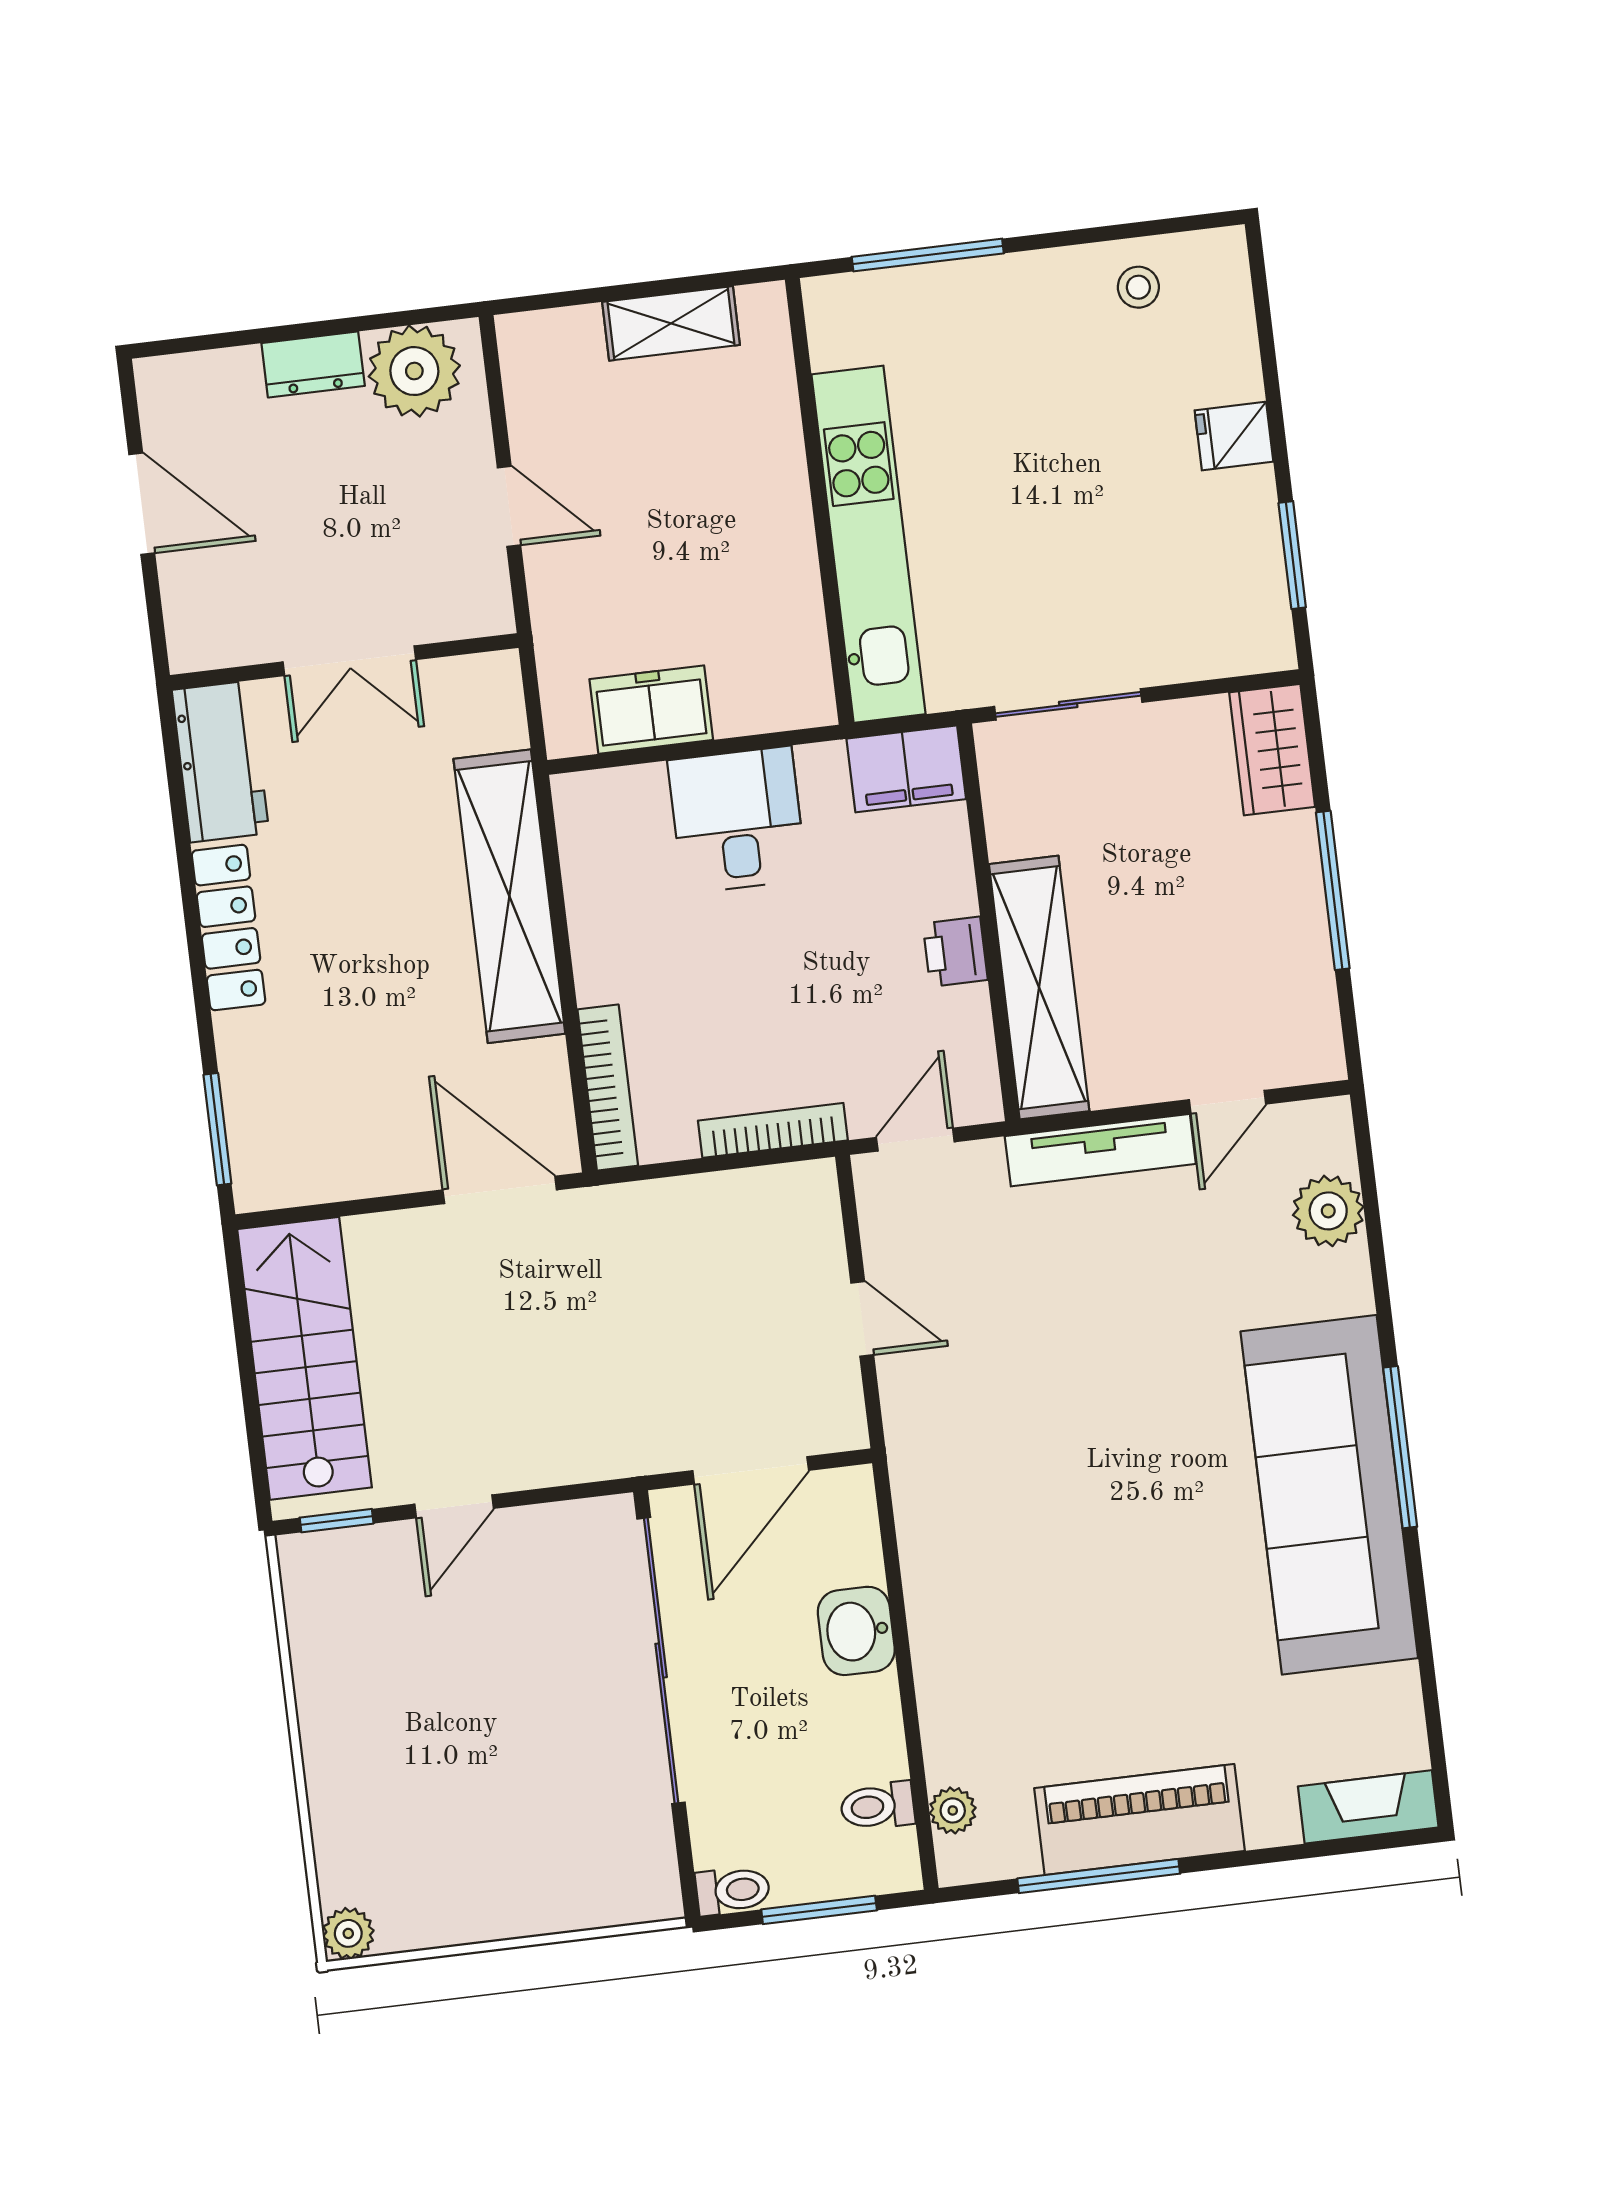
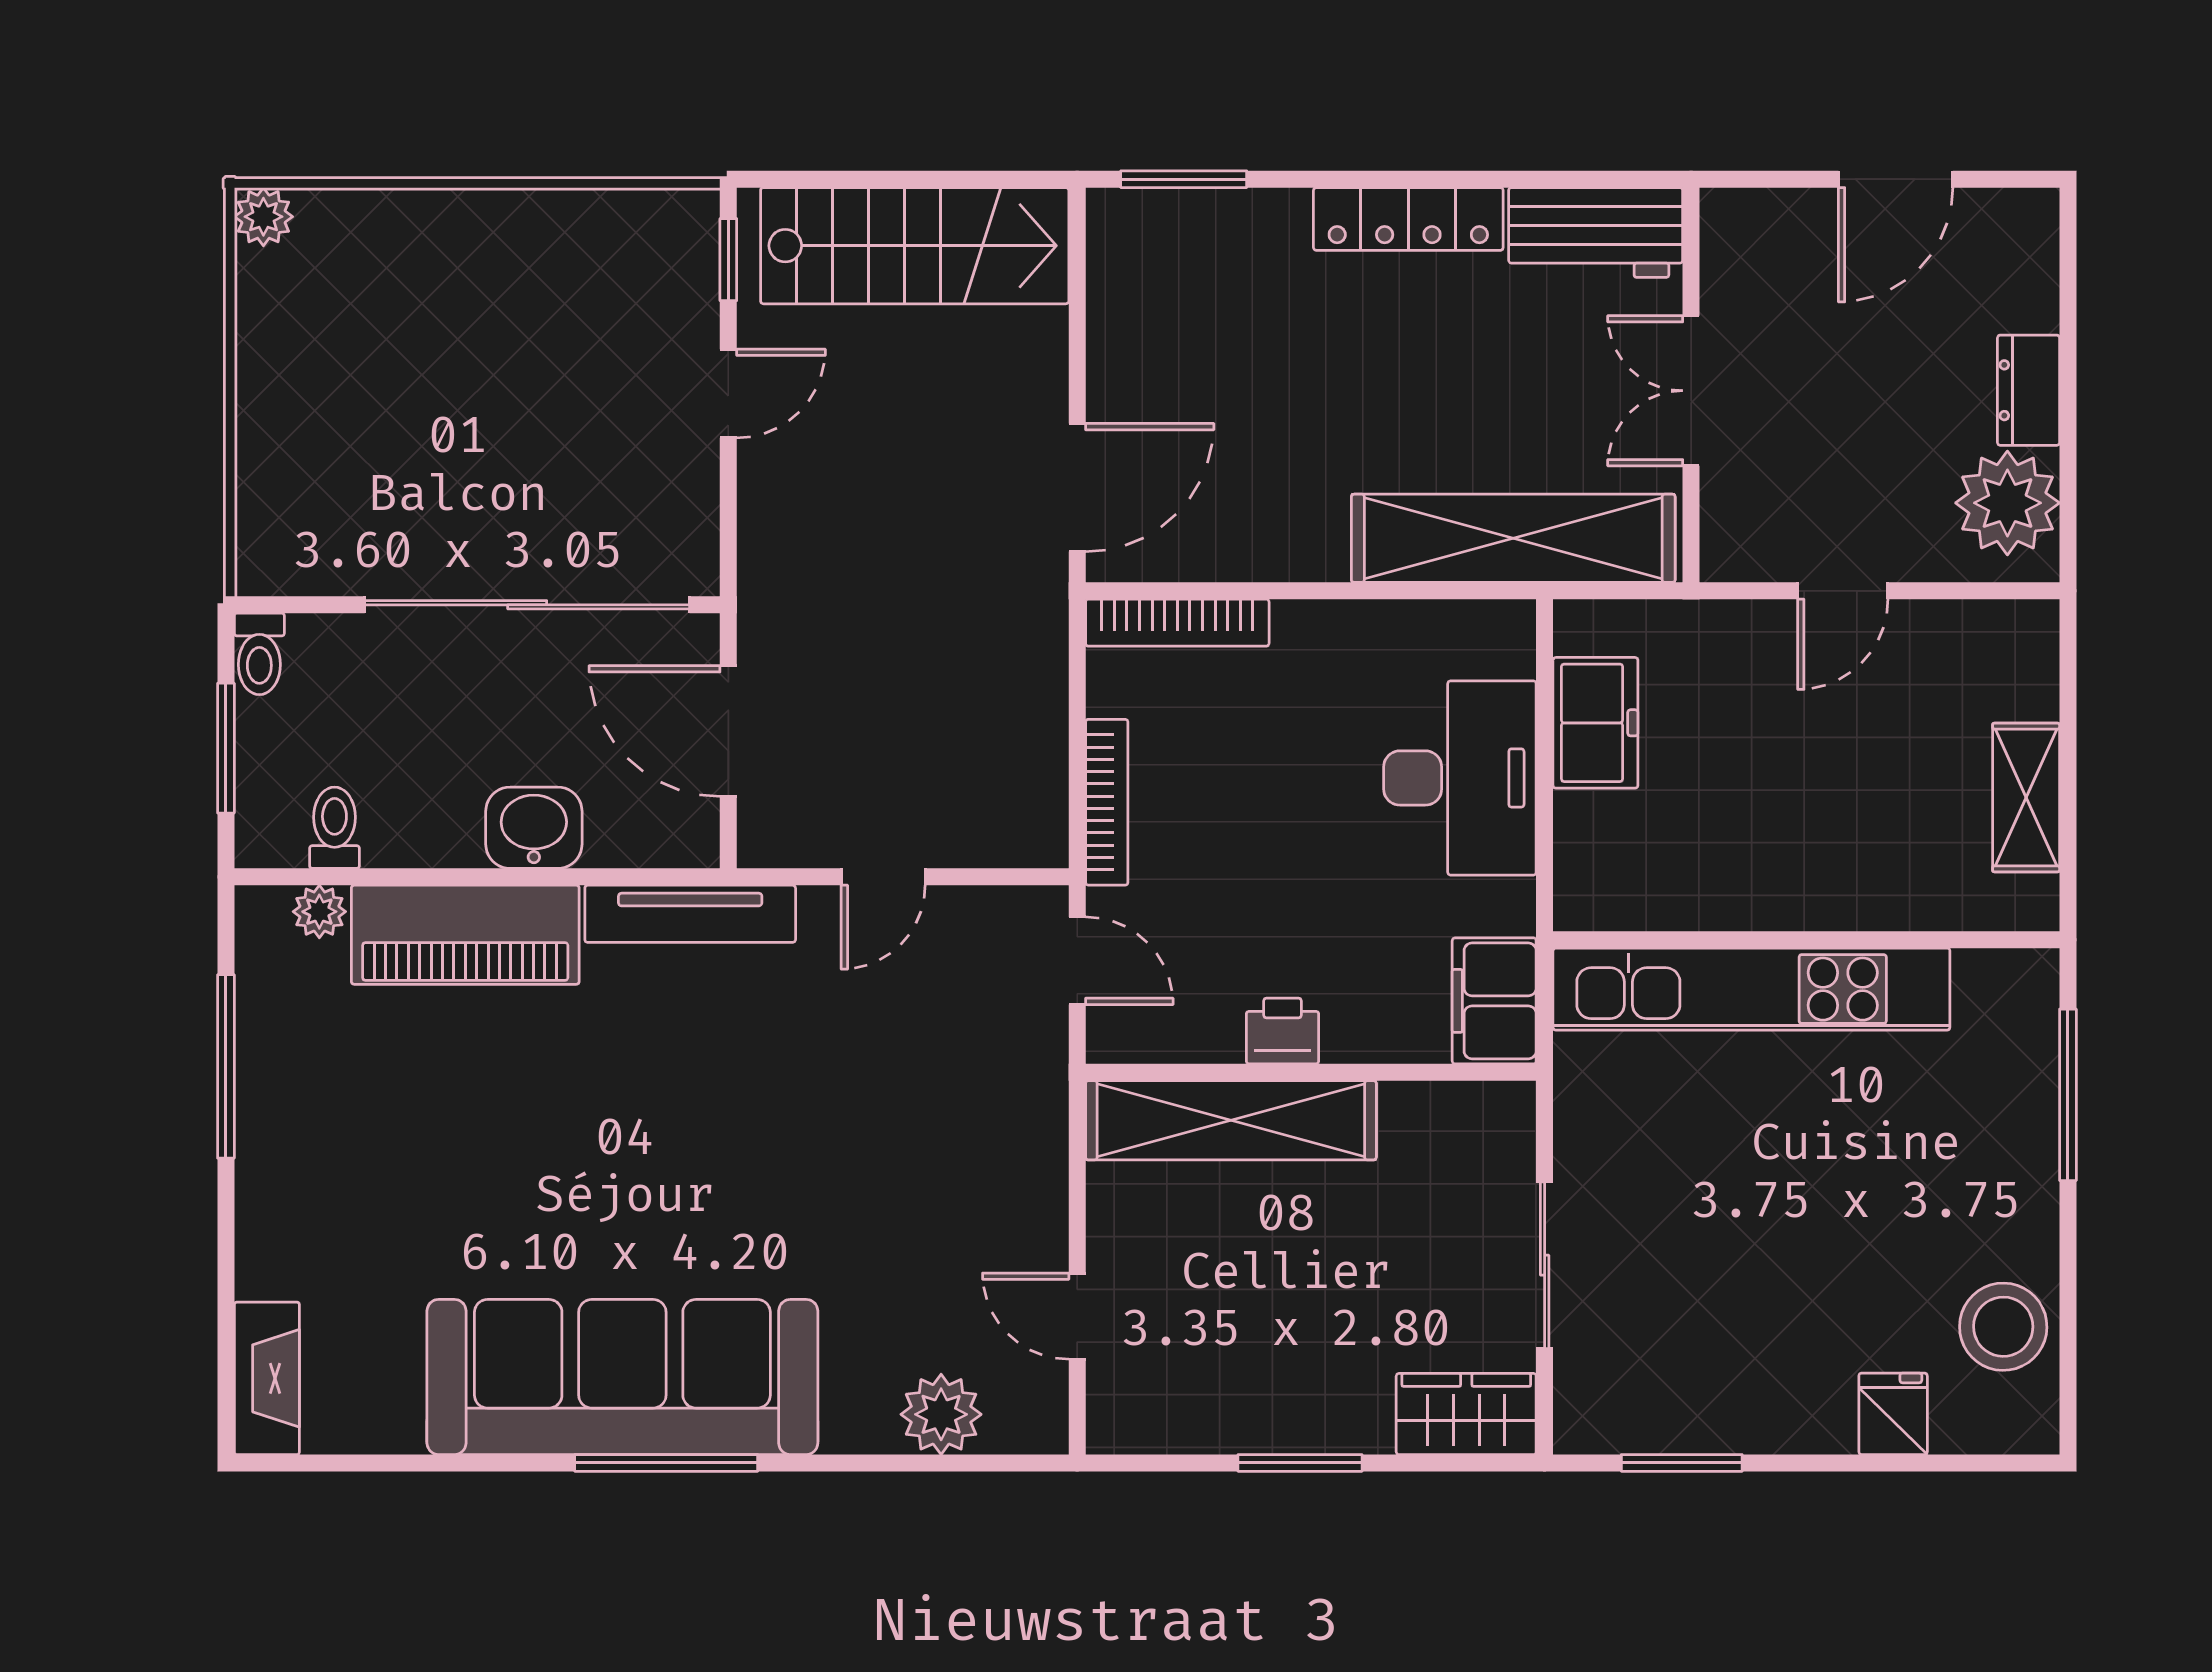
stool: (1138, 287) -> (2003, 1327), width x1.89, depth x1.89
fridge: (1234, 436) -> (1893, 1414), moved
sliding door: (1068, 704) -> (1545, 1265), moved
desk: (737, 820) -> (1460, 778), width x1.37
window: (1333, 890) -> (1300, 1463), width x0.69
shelving: (509, 896) -> (1513, 538), moved
tv unit: (1100, 1150) -> (690, 914), moved, turned -90
door: (454, 1506) -> (728, 394), swing flipped
piano: (1139, 1820) -> (465, 935), moved, turned 90

